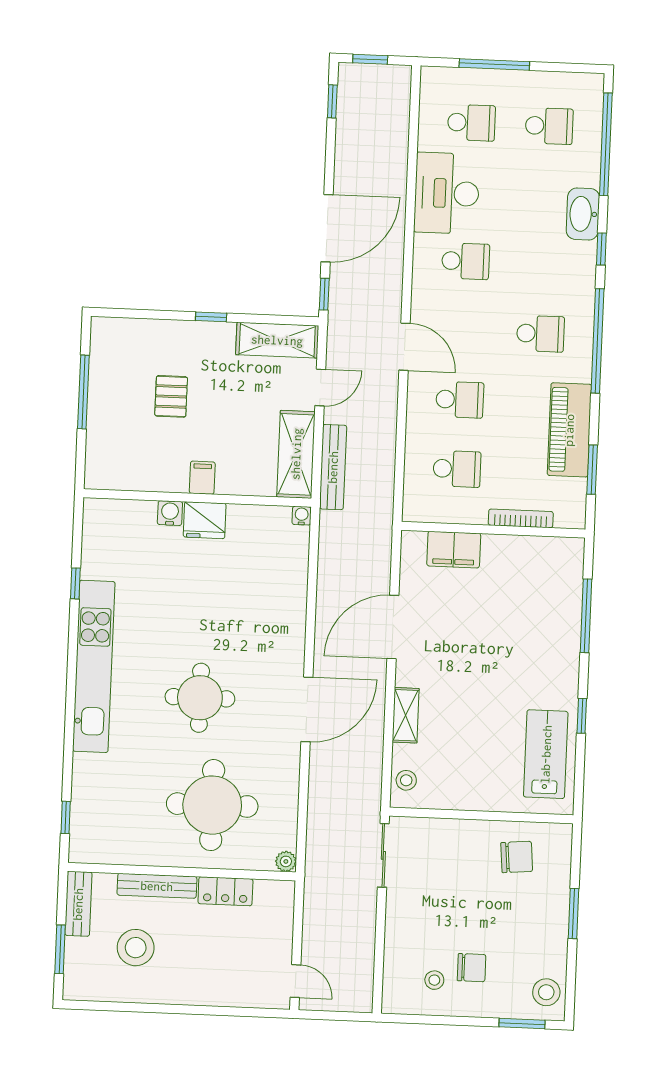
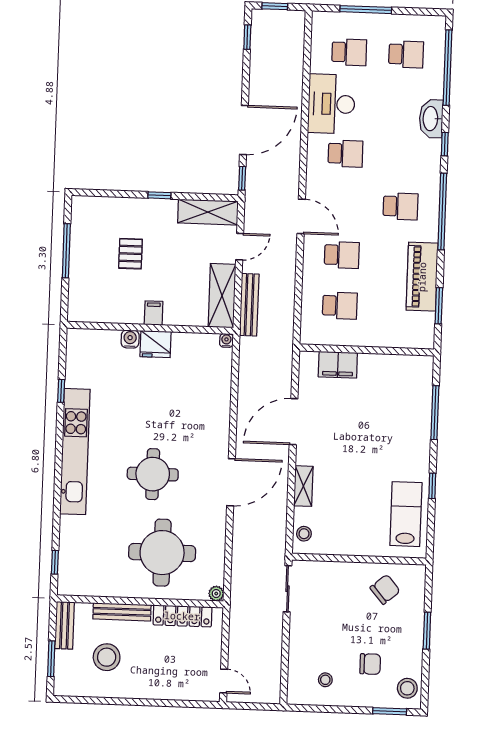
bookcase: (521, 518) -> (387, 342), removed
chair: (517, 857) -> (385, 589), turned -35
locker: (225, 891) -> (182, 616), width x1.53
chair: (472, 968) -> (370, 664), moved

